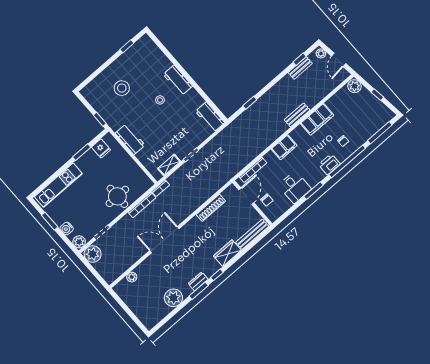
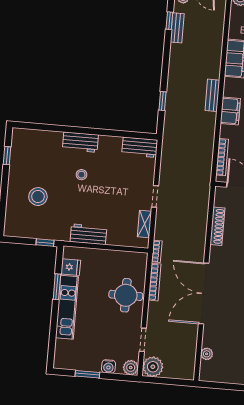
bench: (297, 115) -> (212, 95), moved
kitchen unit: (58, 185) -> (67, 307), moved
double door: (164, 240) -> (204, 293), width x1.36

